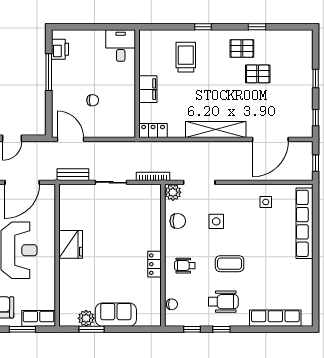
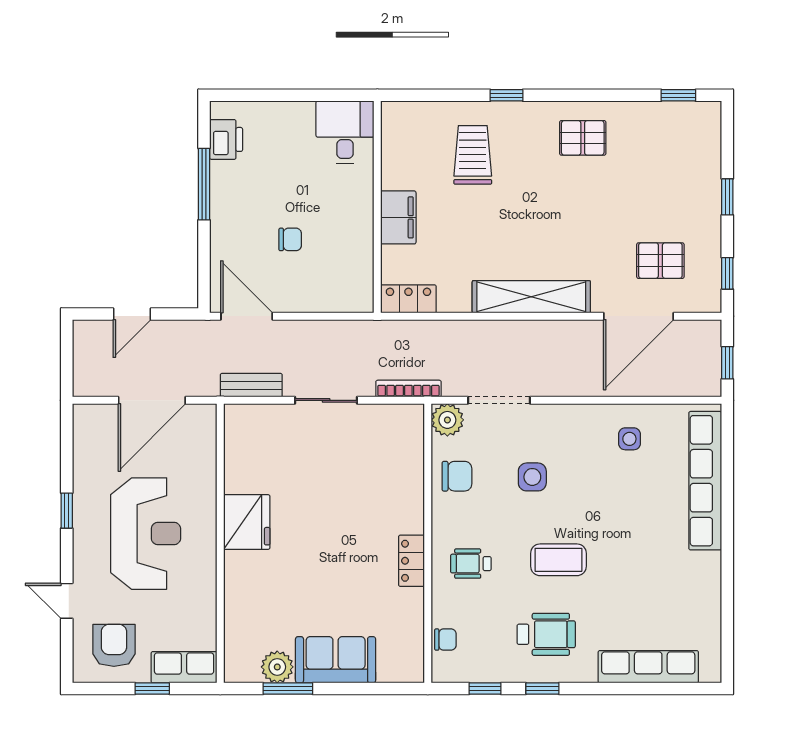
window: (257, 27) -> (678, 95), moved
pallet: (258, 74) -> (660, 261), moved
window: (22, 329) -> (152, 689), width x0.67

